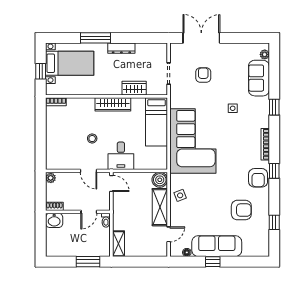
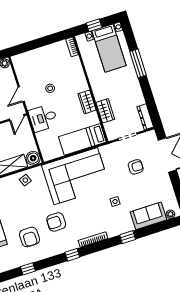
dresser: (121, 48) -> (145, 117), moved
wardrobe: (113, 104) -> (87, 102), width x0.67
armchair: (258, 178) -> (56, 222), moved

